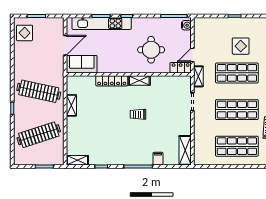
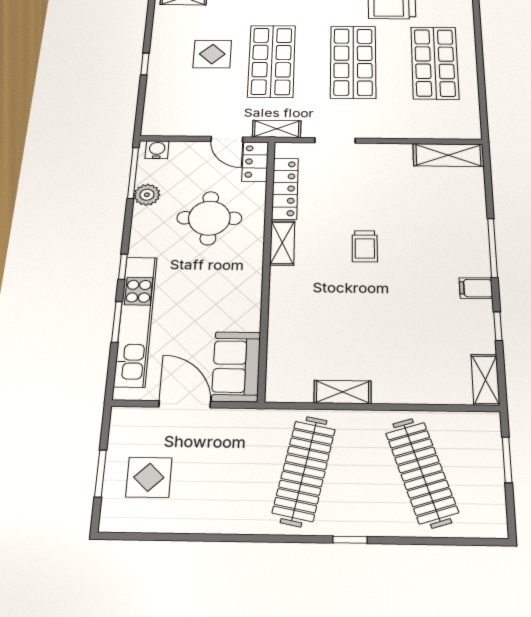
plant: (163, 23) -> (147, 195), added
display table: (25, 33) -> (149, 477), moved
locker: (112, 81) -> (285, 188), moved
filing cabinet: (158, 159) -> (476, 288), moved

